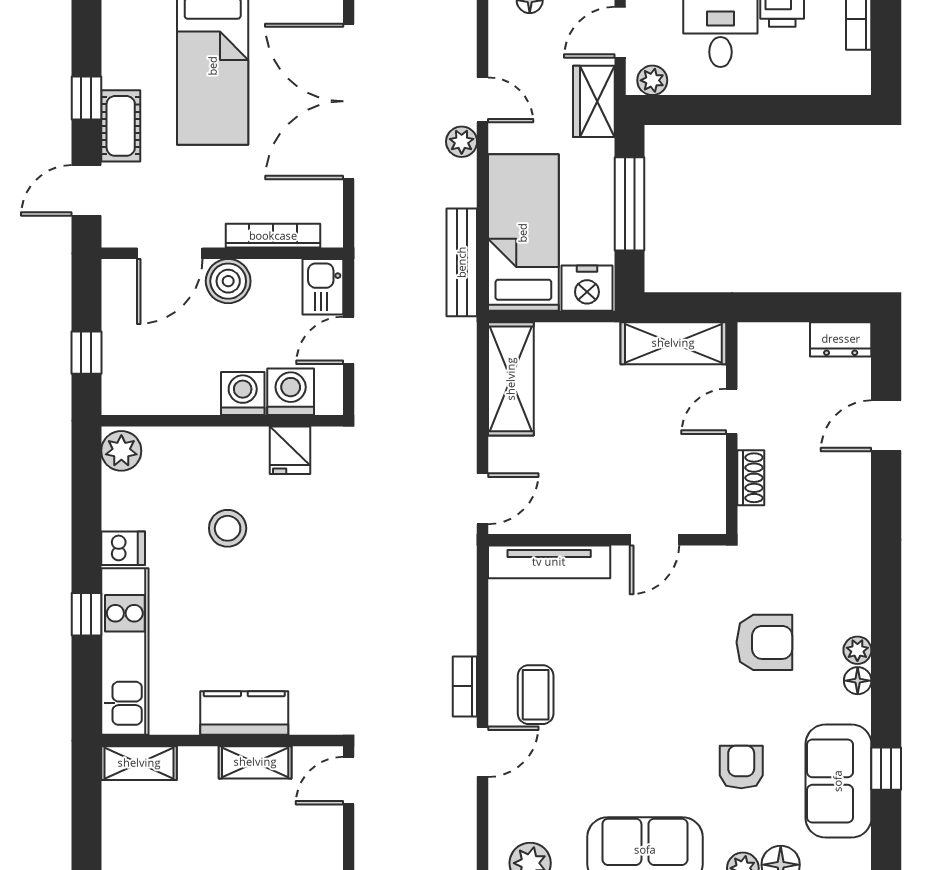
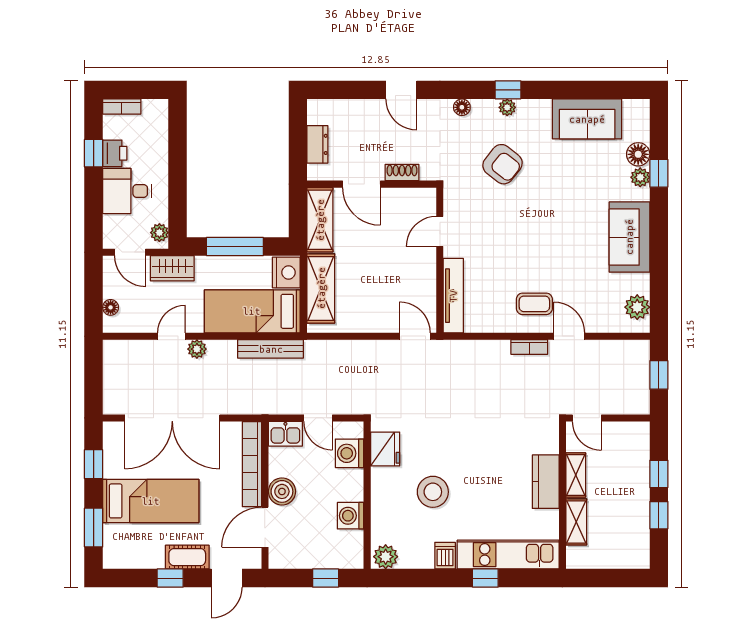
door: (86, 190) -> (227, 578), hinge flipped
bookcase: (273, 236) -> (252, 464), width x1.48, depth x1.31
door: (170, 253) -> (265, 527), swing flipped
dresser: (841, 339) -> (317, 144), moved
shelving: (511, 379) -> (321, 288), moved, turned 90
washing machine: (243, 393) -> (351, 516), moved
door: (732, 411) -> (361, 184), width x1.38
door: (886, 426) -> (401, 90), moved
fridge: (290, 450) -> (385, 449), width x1.38
stool: (228, 528) -> (433, 492), width x1.38, depth x1.38
door: (654, 540) -> (440, 231), swing flipped
armchair: (764, 642) -> (503, 164), turned 128
floor lamp: (858, 681) -> (462, 107), moved
shelving: (139, 763) -> (576, 522), moved
armchair: (741, 767) -> (578, 178), removed
window: (886, 769) -> (508, 90), moved

